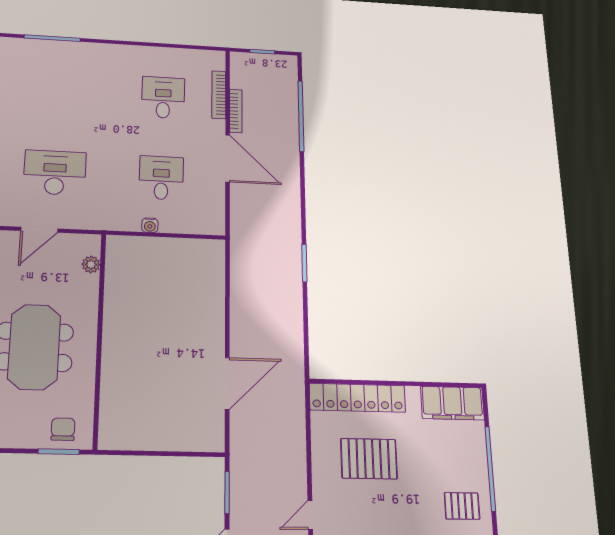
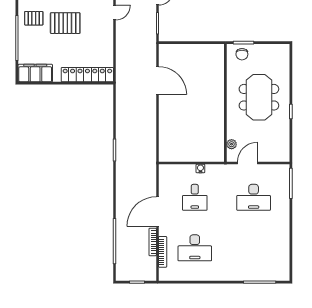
desk: (163, 98) -> (195, 248), width x1.37
door: (228, 158) -> (157, 212), hinge flipped
door: (39, 230) -> (248, 163), moved
door: (227, 383) -> (157, 81), swing flipped
pallet: (369, 459) -> (65, 23), moved

